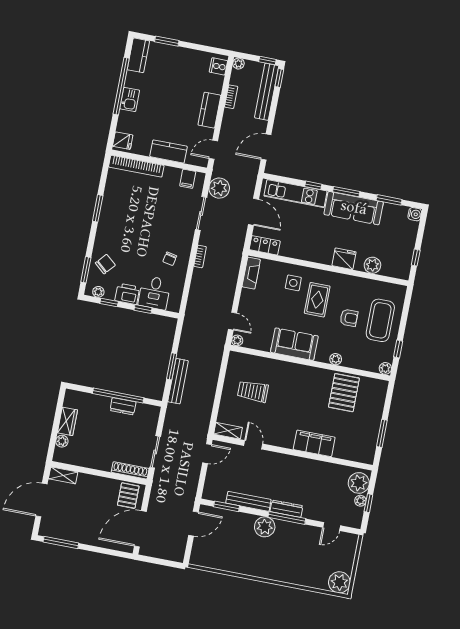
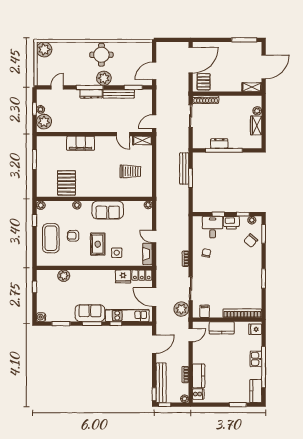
kitchen counter: (209, 110) -> (199, 376), moved
sofa: (354, 208) -> (90, 313), width x0.73
fridge: (344, 259) -> (123, 276), moved
door: (232, 321) -> (154, 237), moved
round table: (262, 560) -> (101, 55), added

